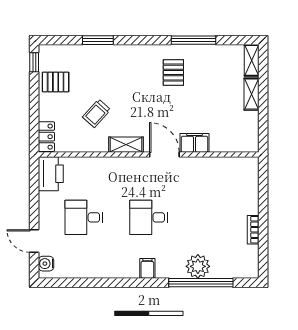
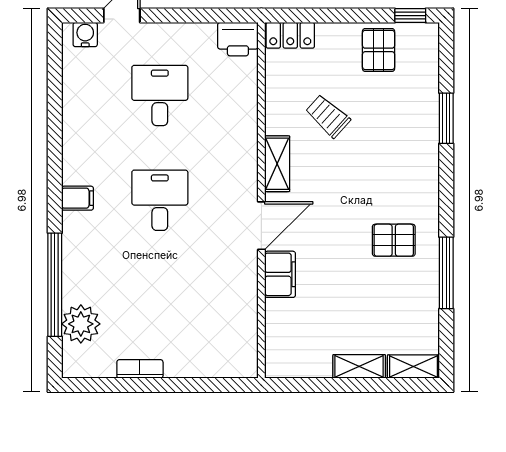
printer: (51, 174) -> (238, 39), width x0.73, depth x0.84
plant: (198, 266) -> (81, 324), moved

